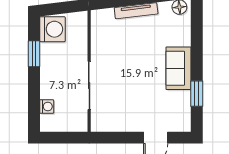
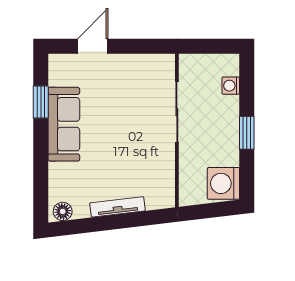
window: (34, 54) -> (247, 133), moved
sofa: (178, 68) -> (64, 124), width x1.36

